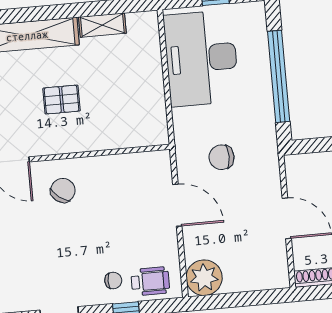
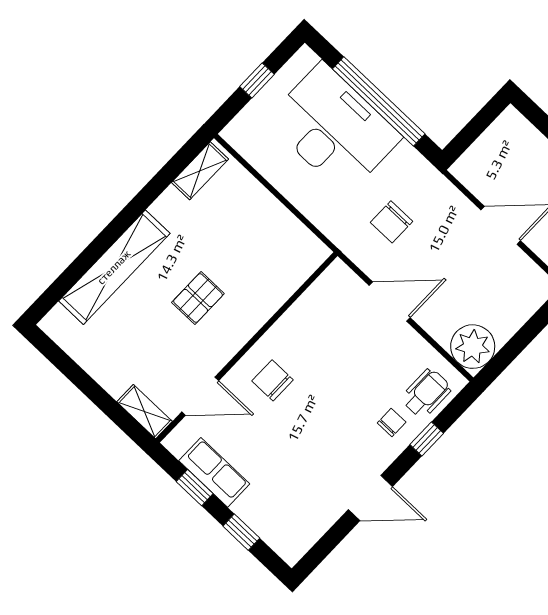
shelving: (102, 25) -> (200, 171), moved
desk: (201, 58) -> (334, 129), moved, turned 180
chair: (63, 190) -> (273, 380), turned -37

